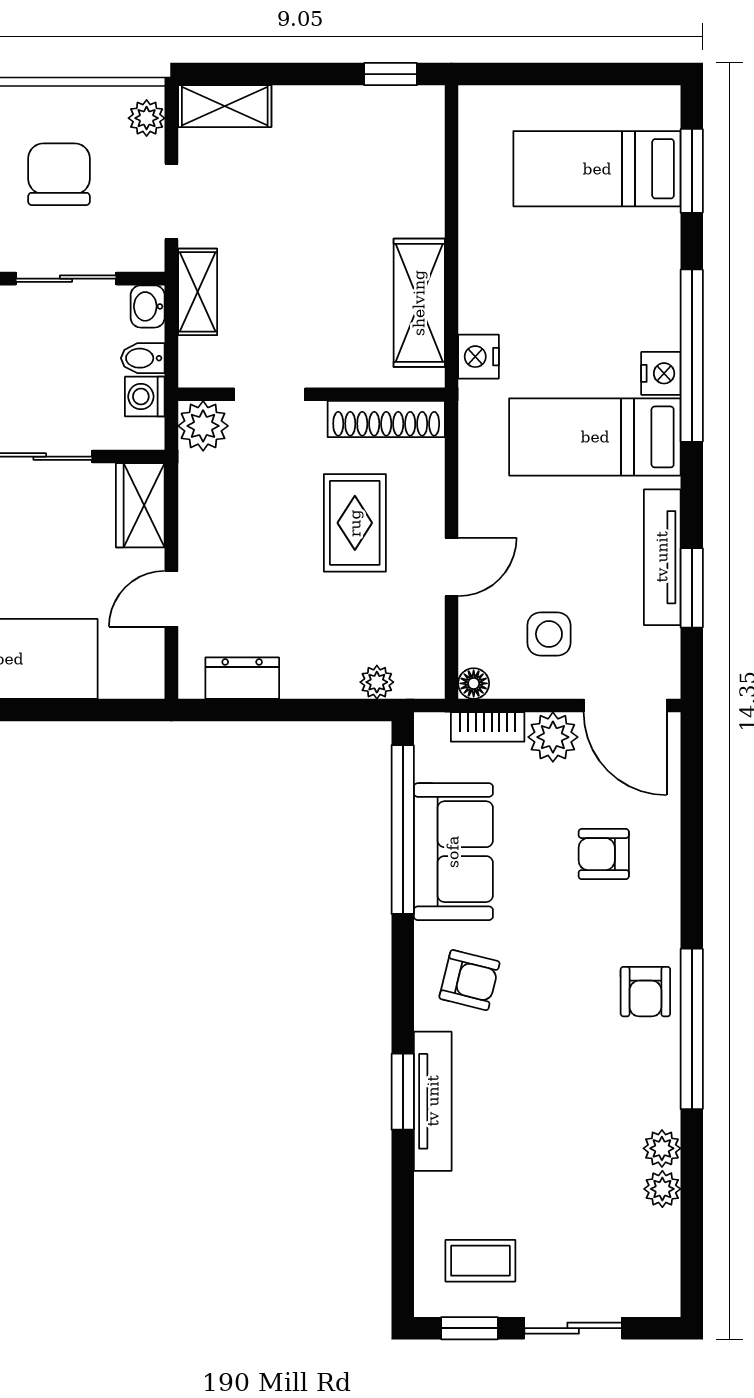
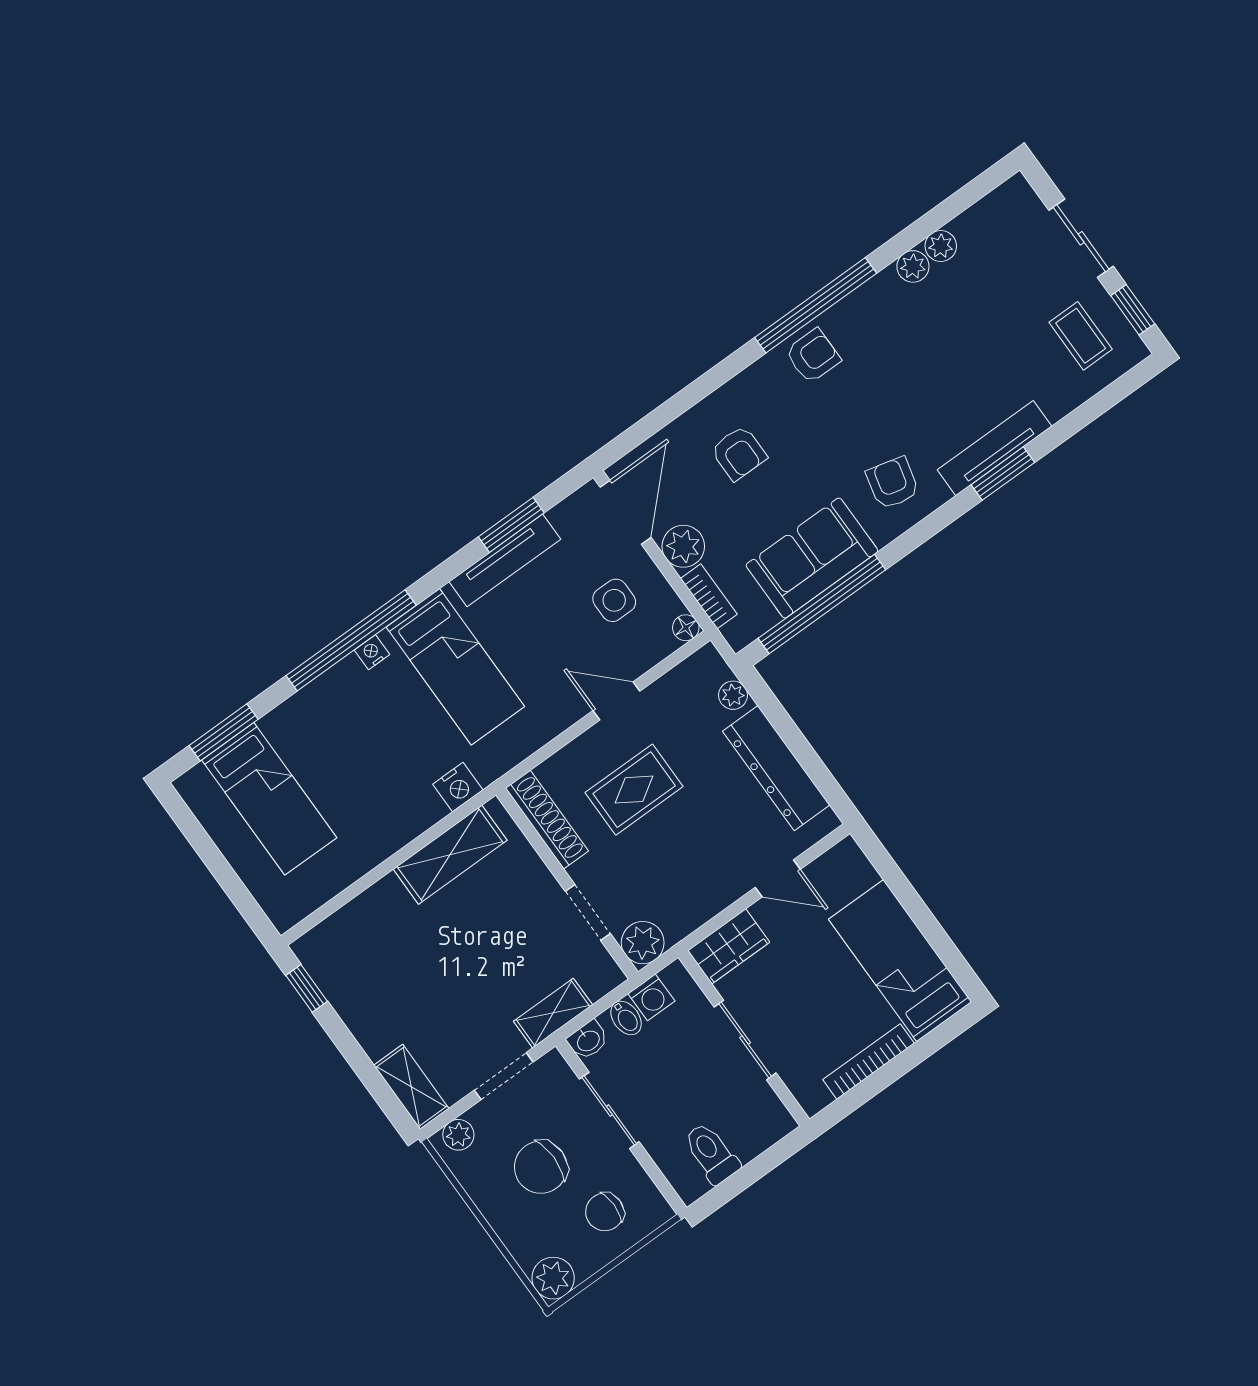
nightstand: (661, 373) -> (372, 652), width x0.72, depth x0.74
dresser: (242, 678) -> (776, 768), width x1.96, depth x1.24

